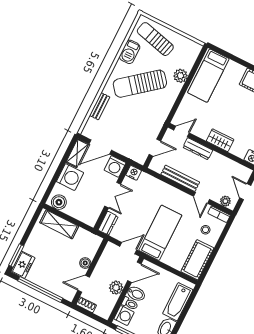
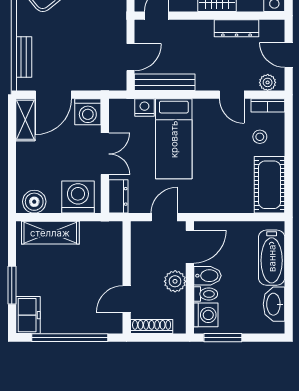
bench: (100, 106) -> (24, 57), moved
dresser: (198, 149) -> (237, 28), moved
nightstand: (134, 173) -> (144, 108), moved
washing machine: (70, 177) -> (78, 197), moved, turned -90
bench: (180, 178) -> (165, 82), moved
bed: (160, 233) -> (174, 139), moved, turned 180
window: (16, 256) -> (12, 285), moved
boiler: (85, 263) -> (114, 269), removed
shoe rack: (86, 305) -> (152, 327), width x1.43

